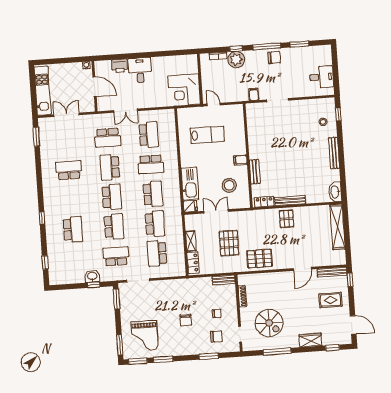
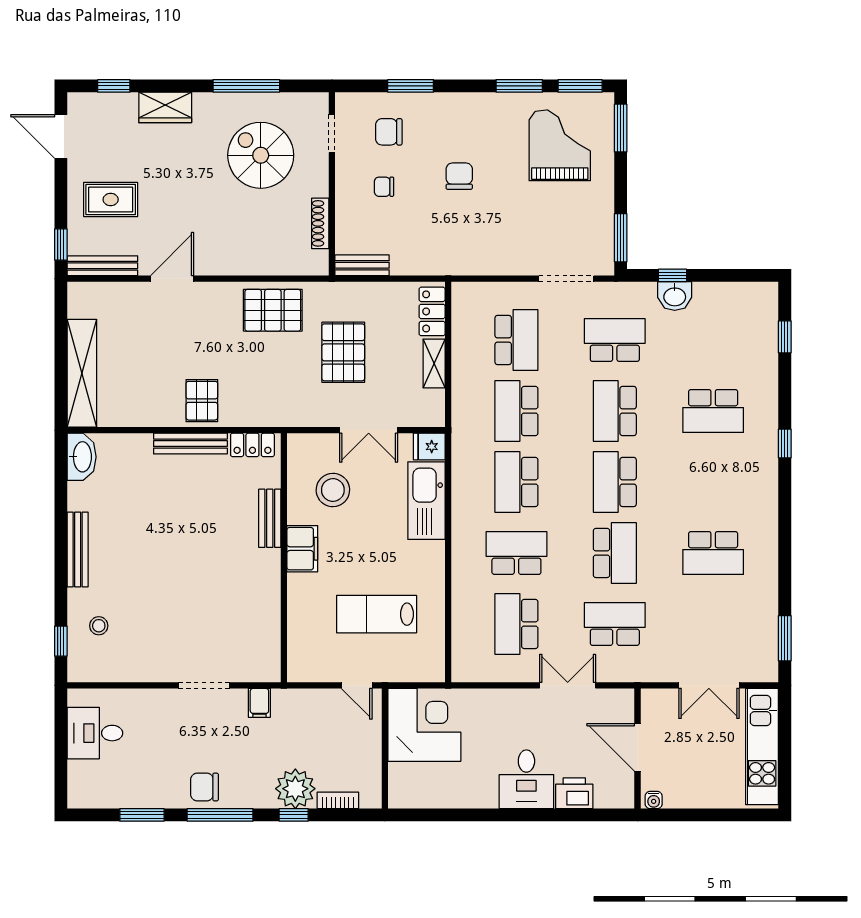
filing cabinet: (240, 160) -> (302, 549), width x2.00
school desk: (73, 229) -> (713, 411), turned -90
school desk: (116, 256) -> (615, 340), turned 180

